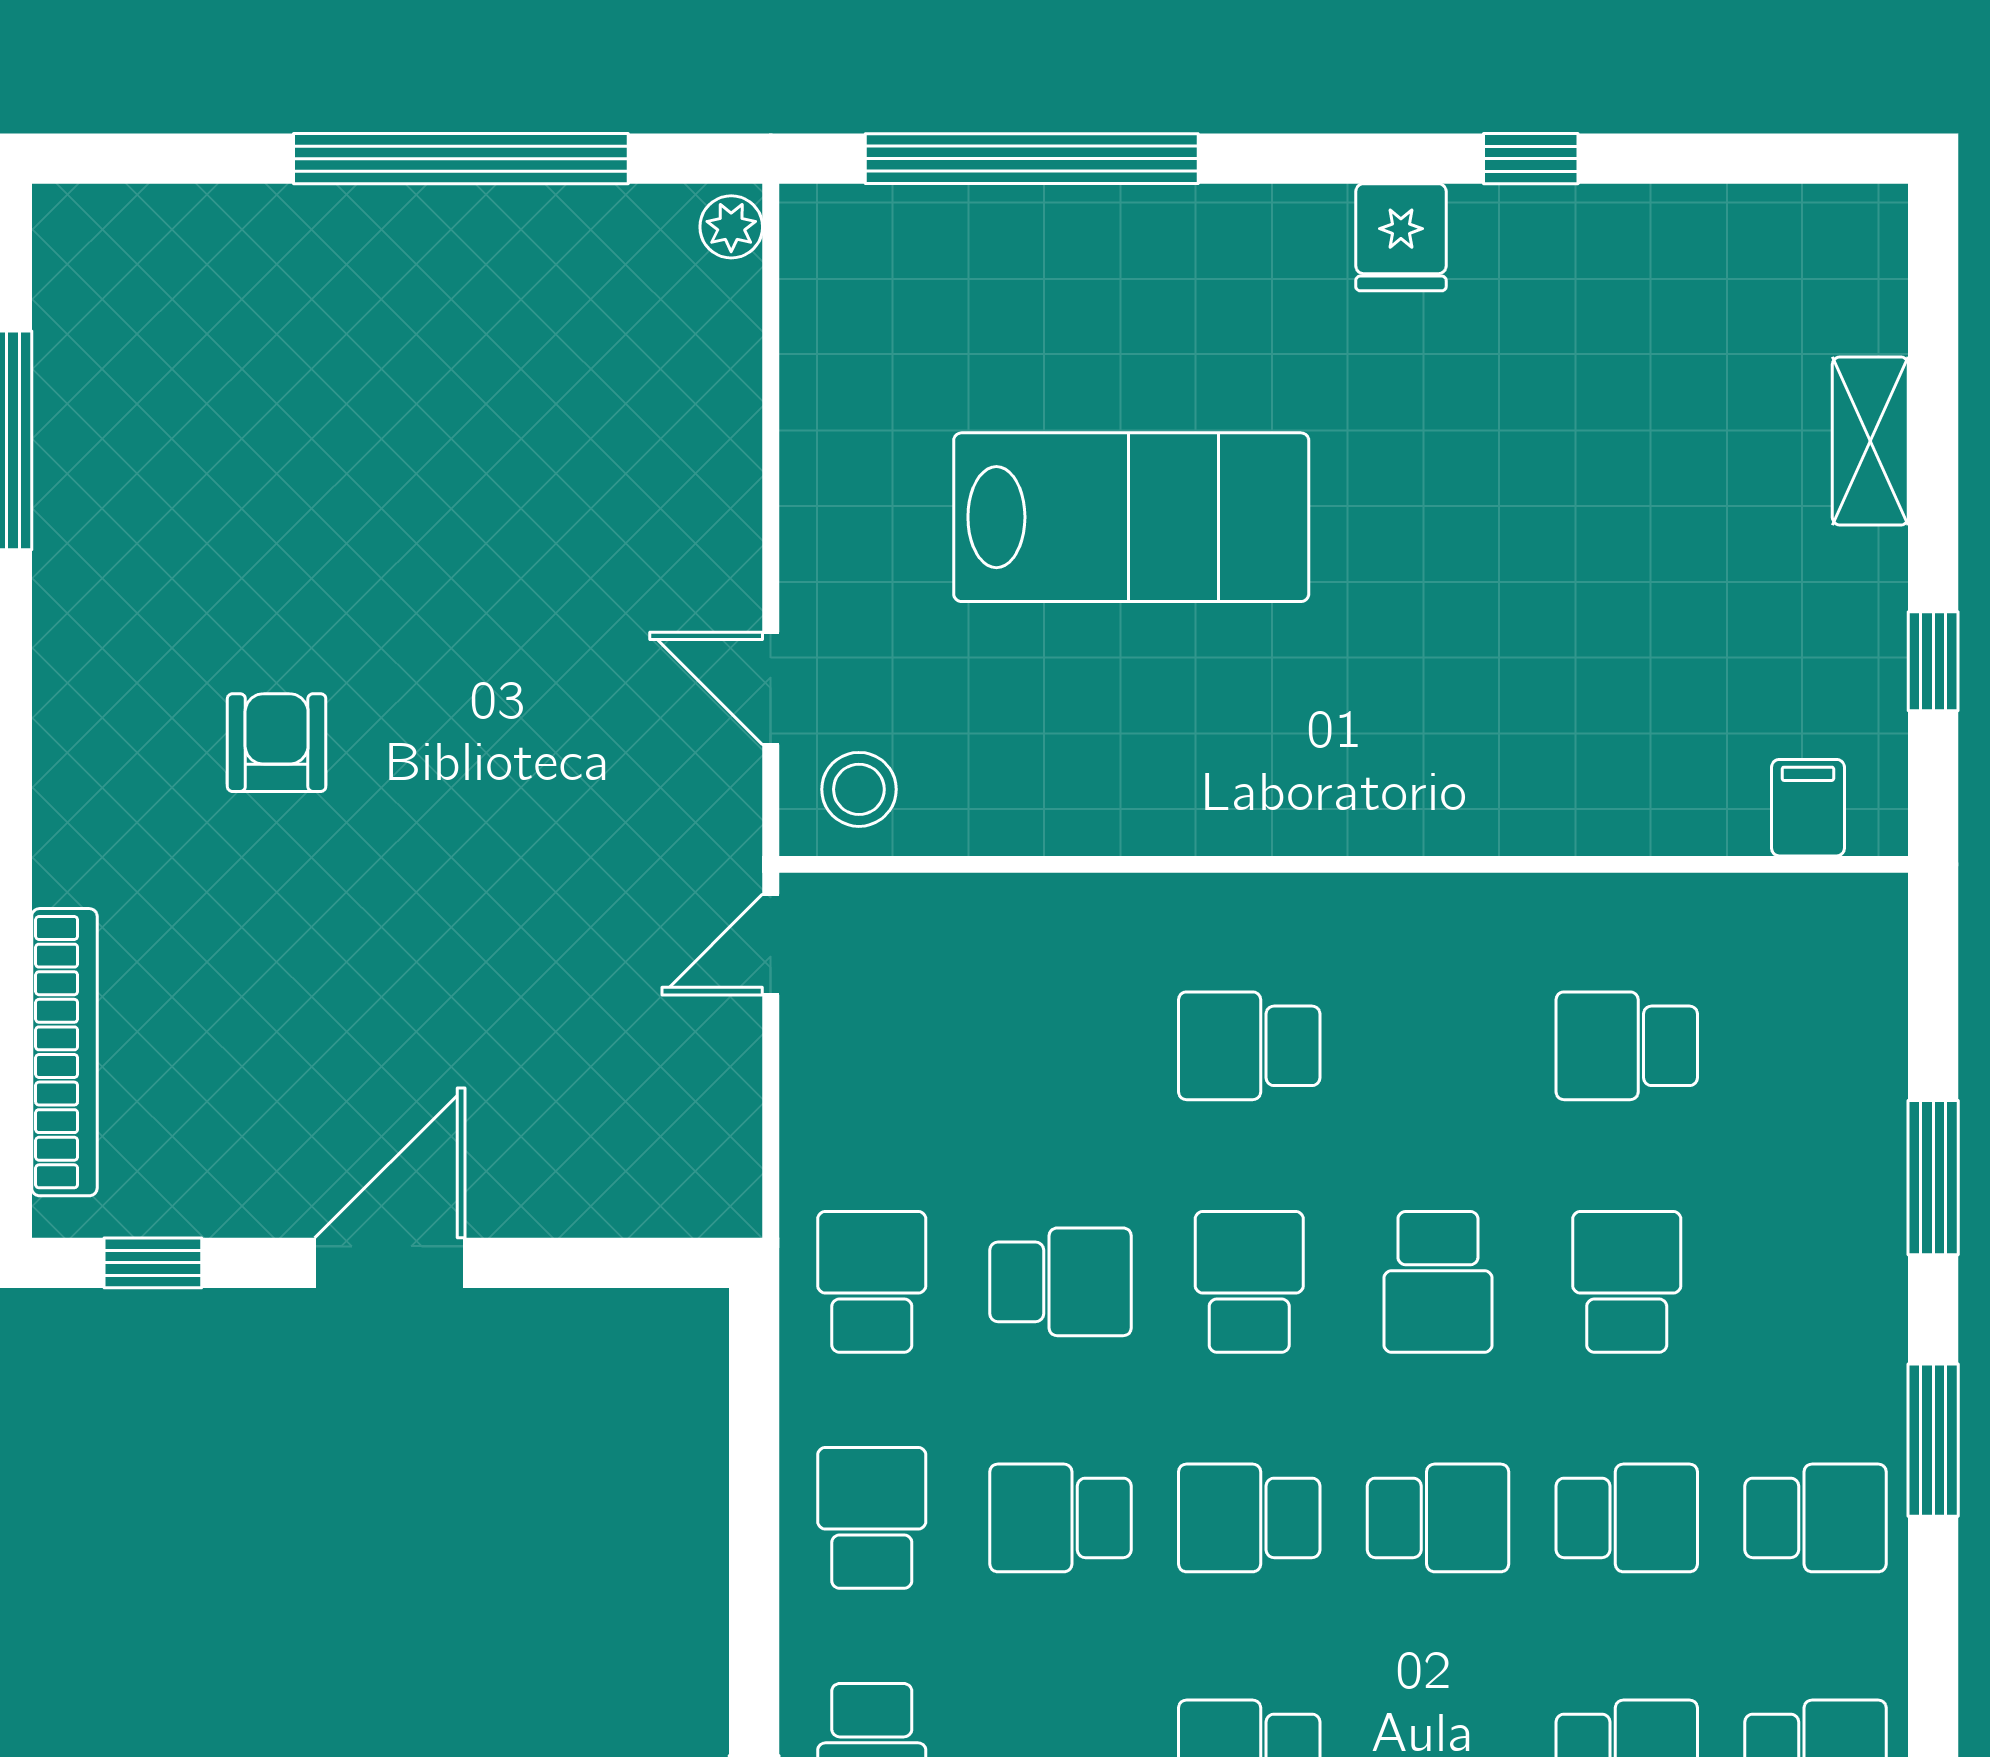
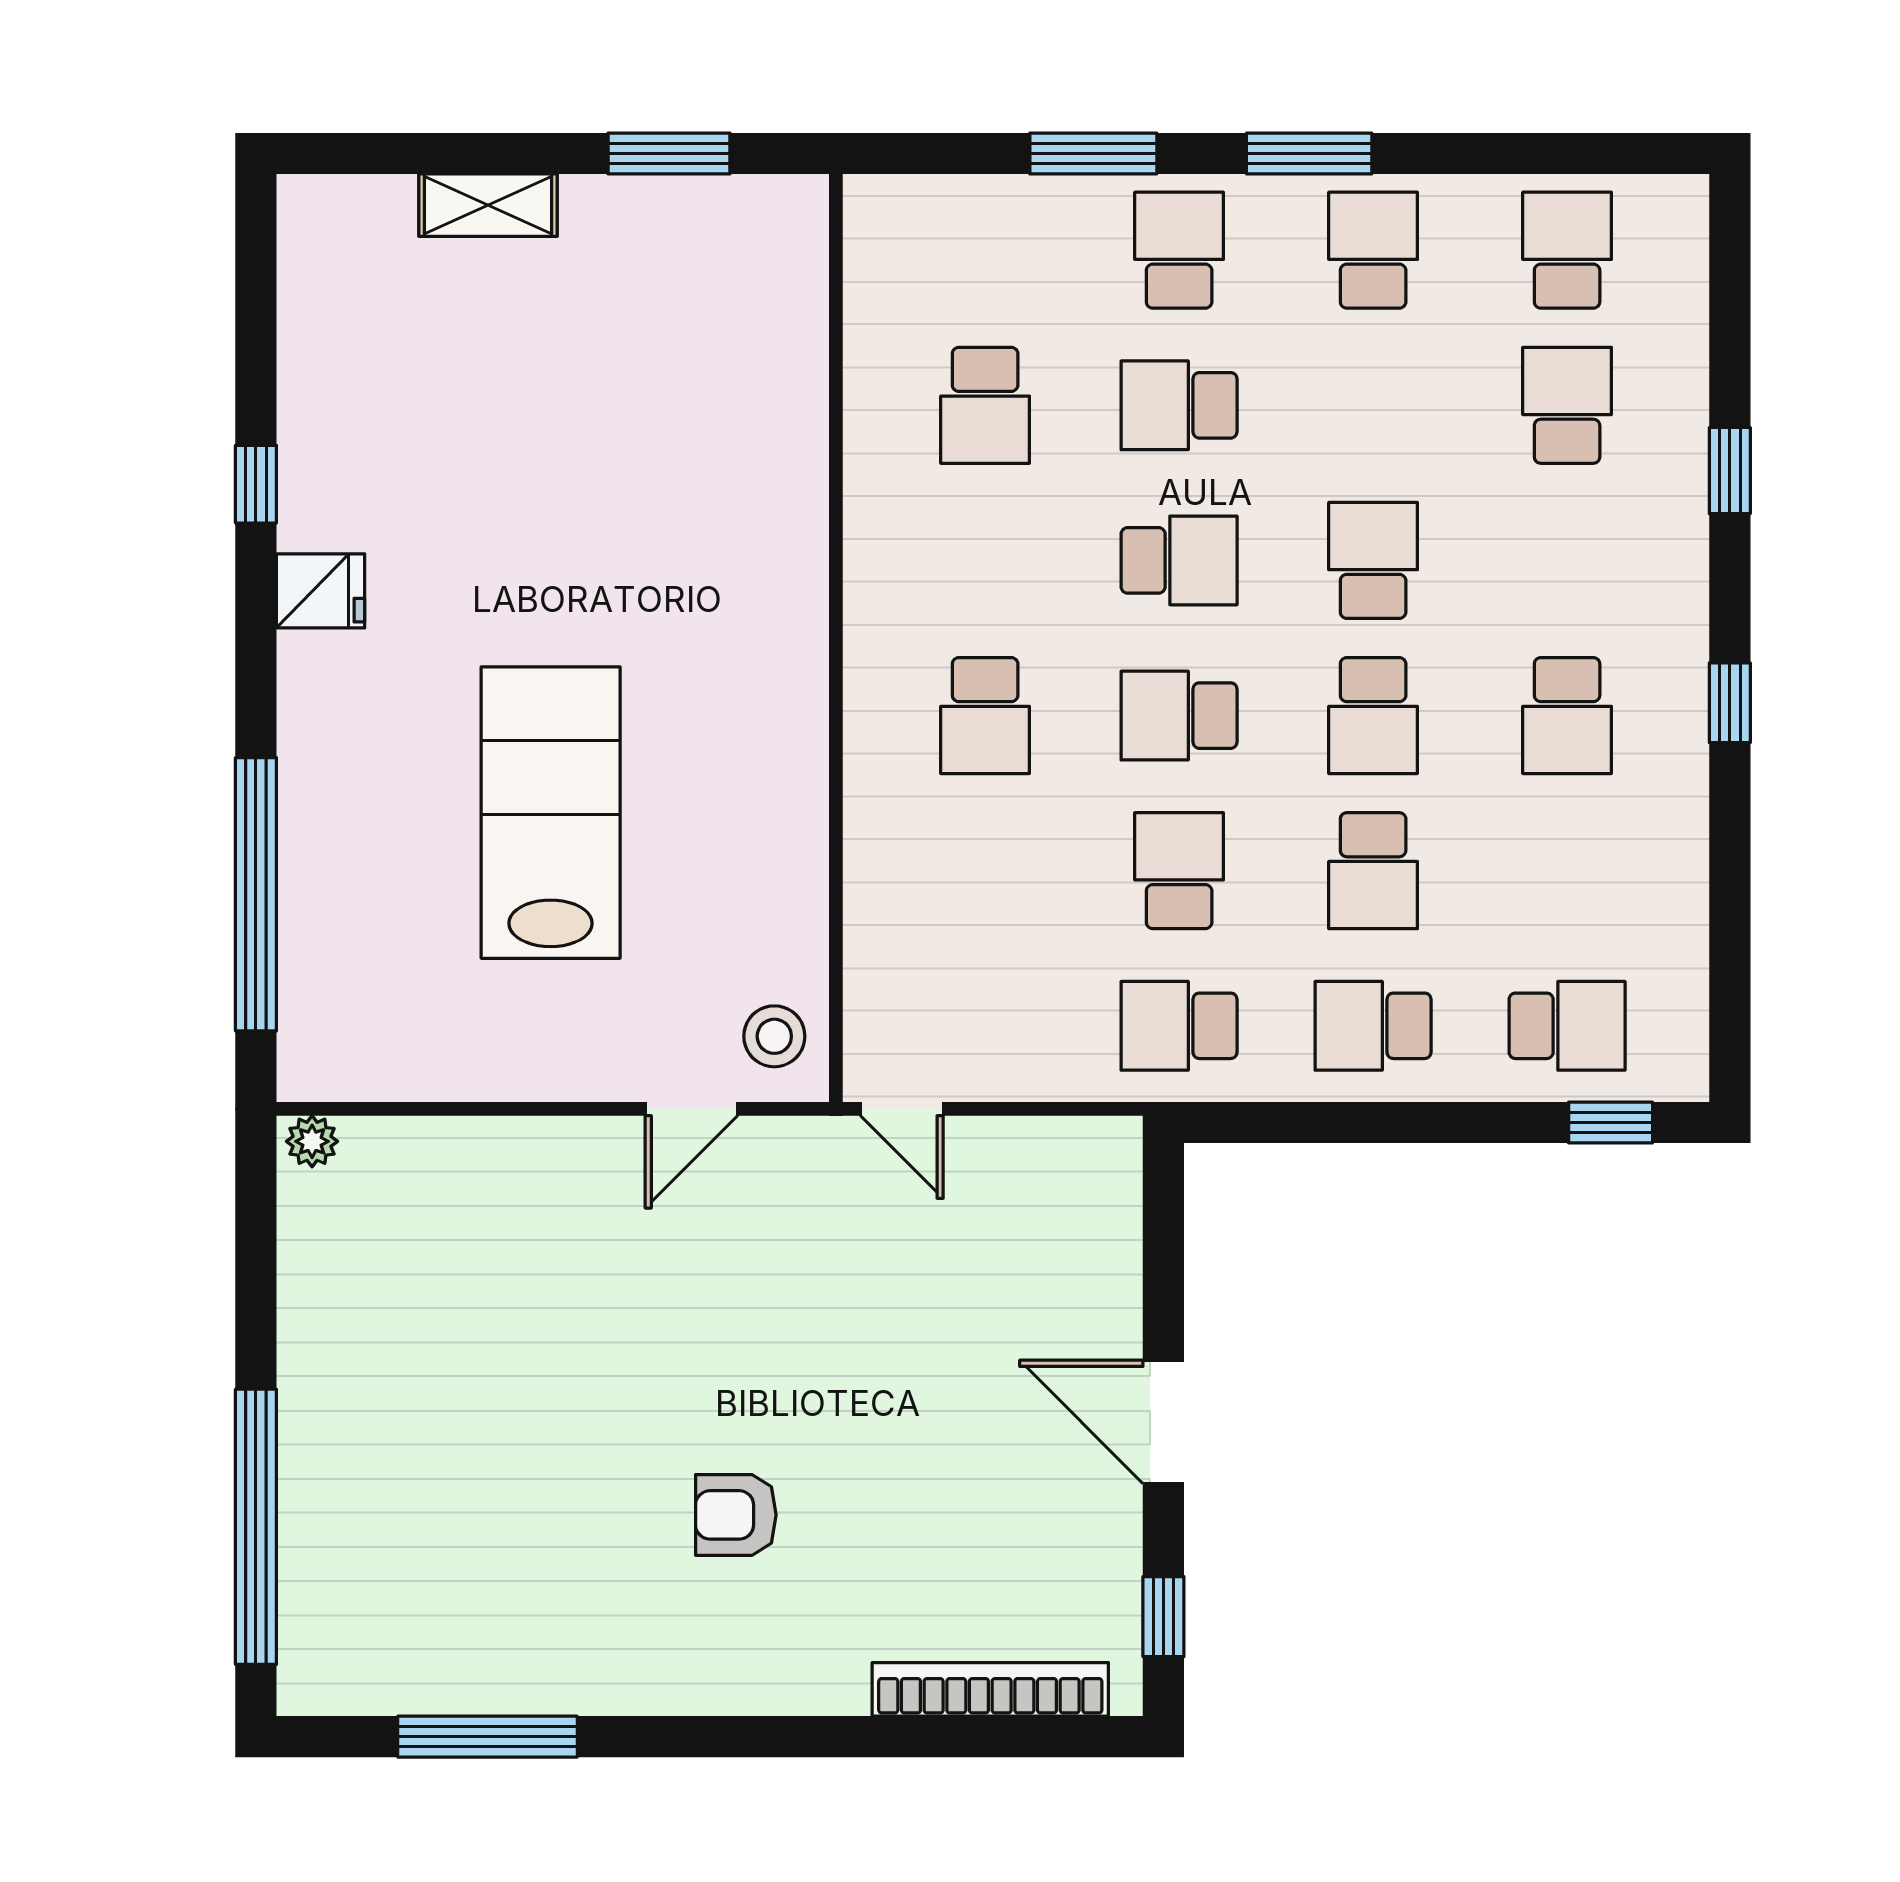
window: (461, 159) -> (256, 1527), moved
window: (1933, 661) -> (669, 154), width x1.50
filing cabinet: (1808, 808) -> (789, 256), removed
school desk: (1627, 1518) -> (1179, 250), moved

